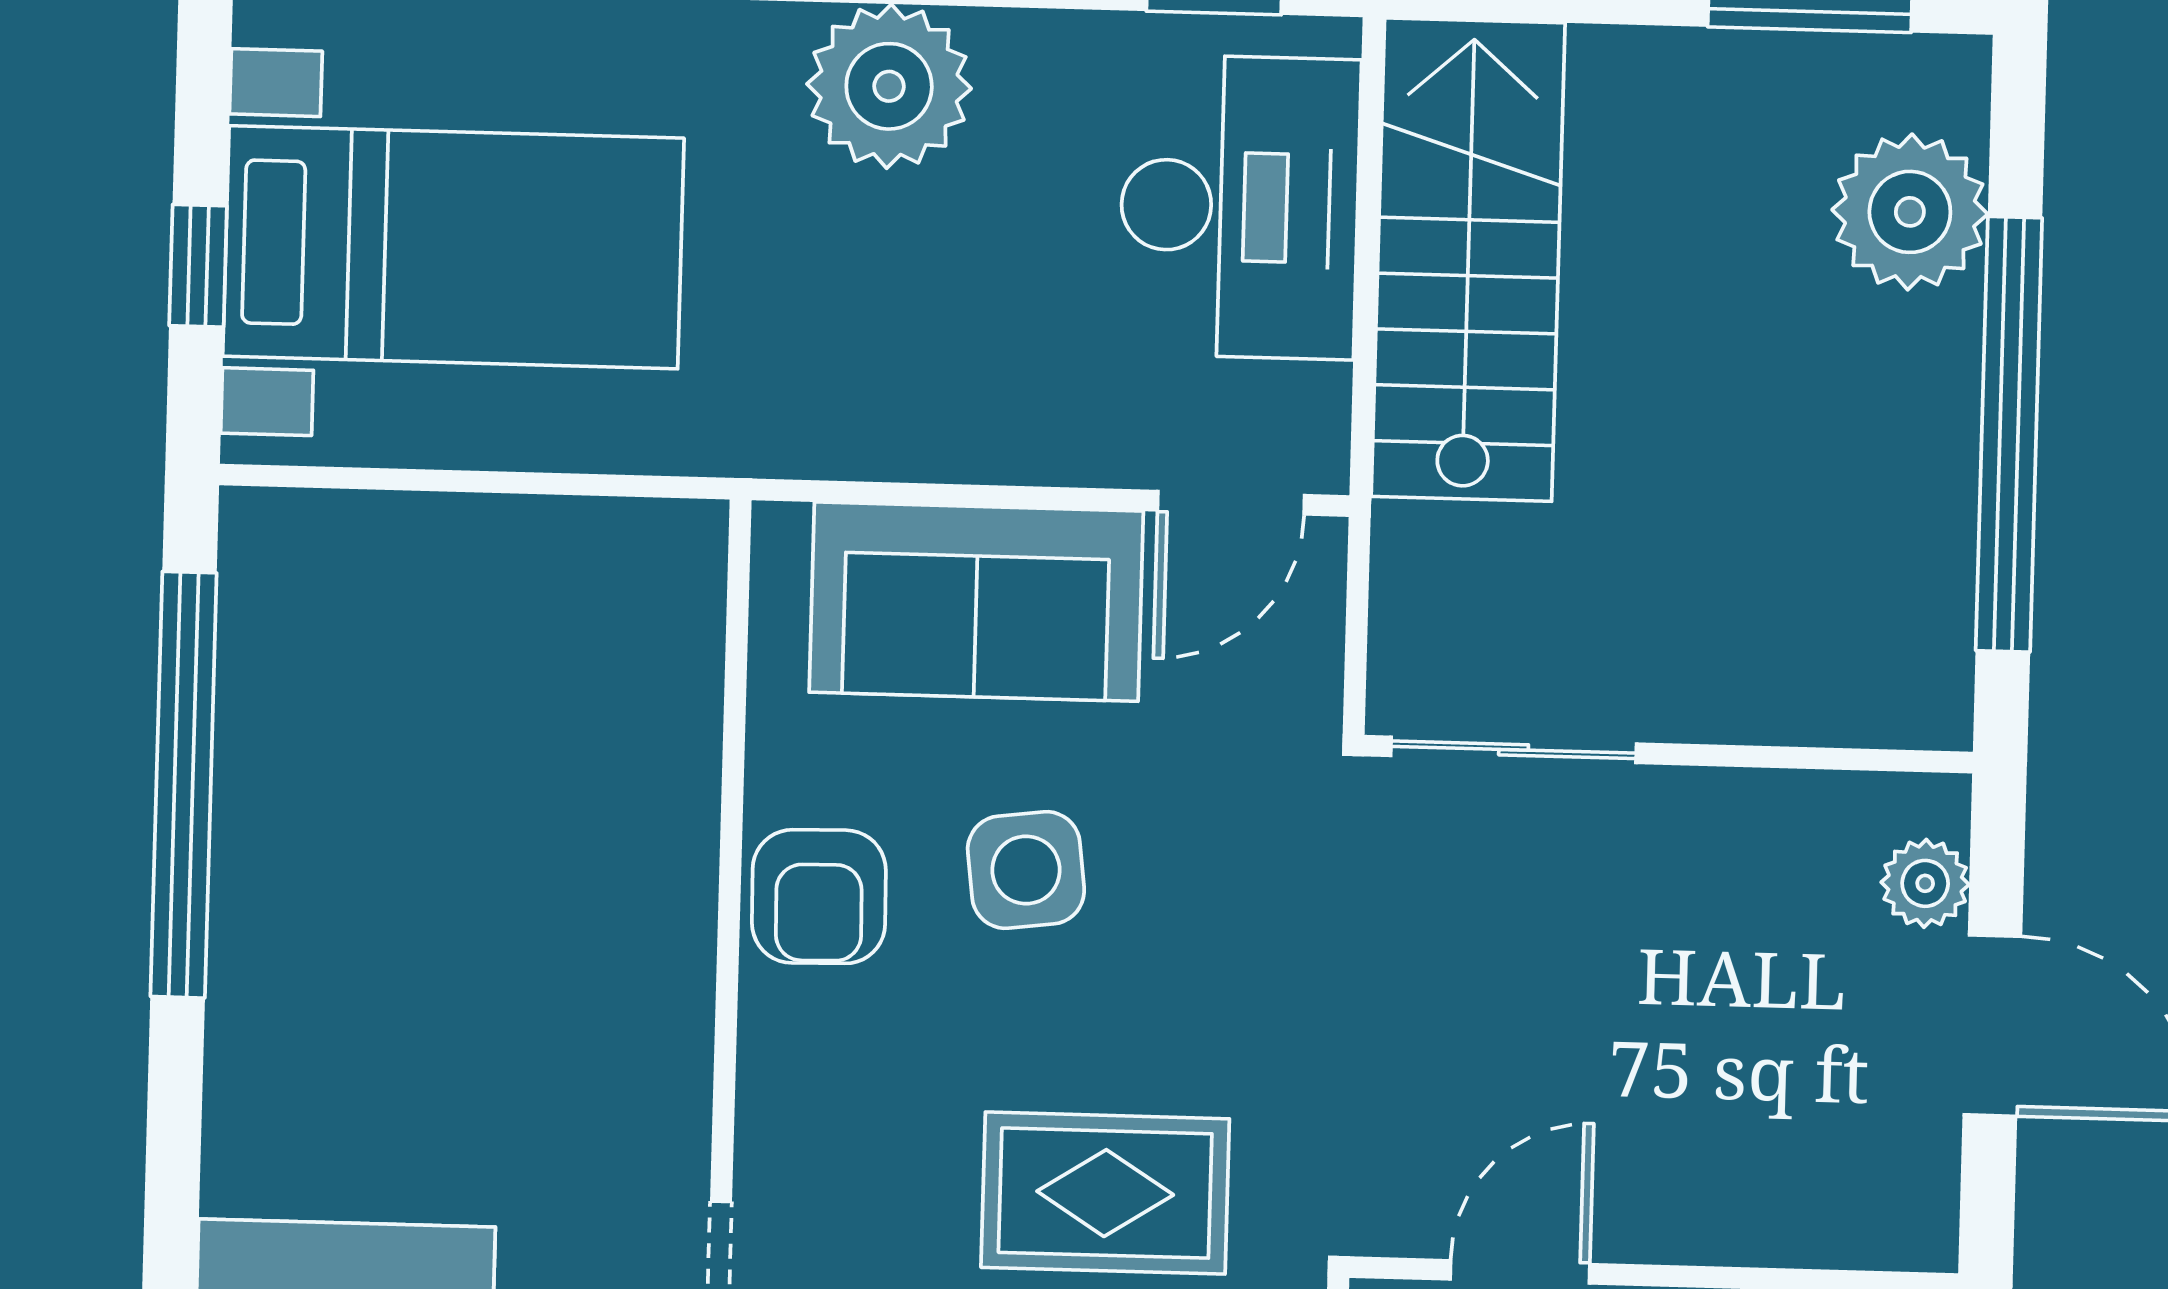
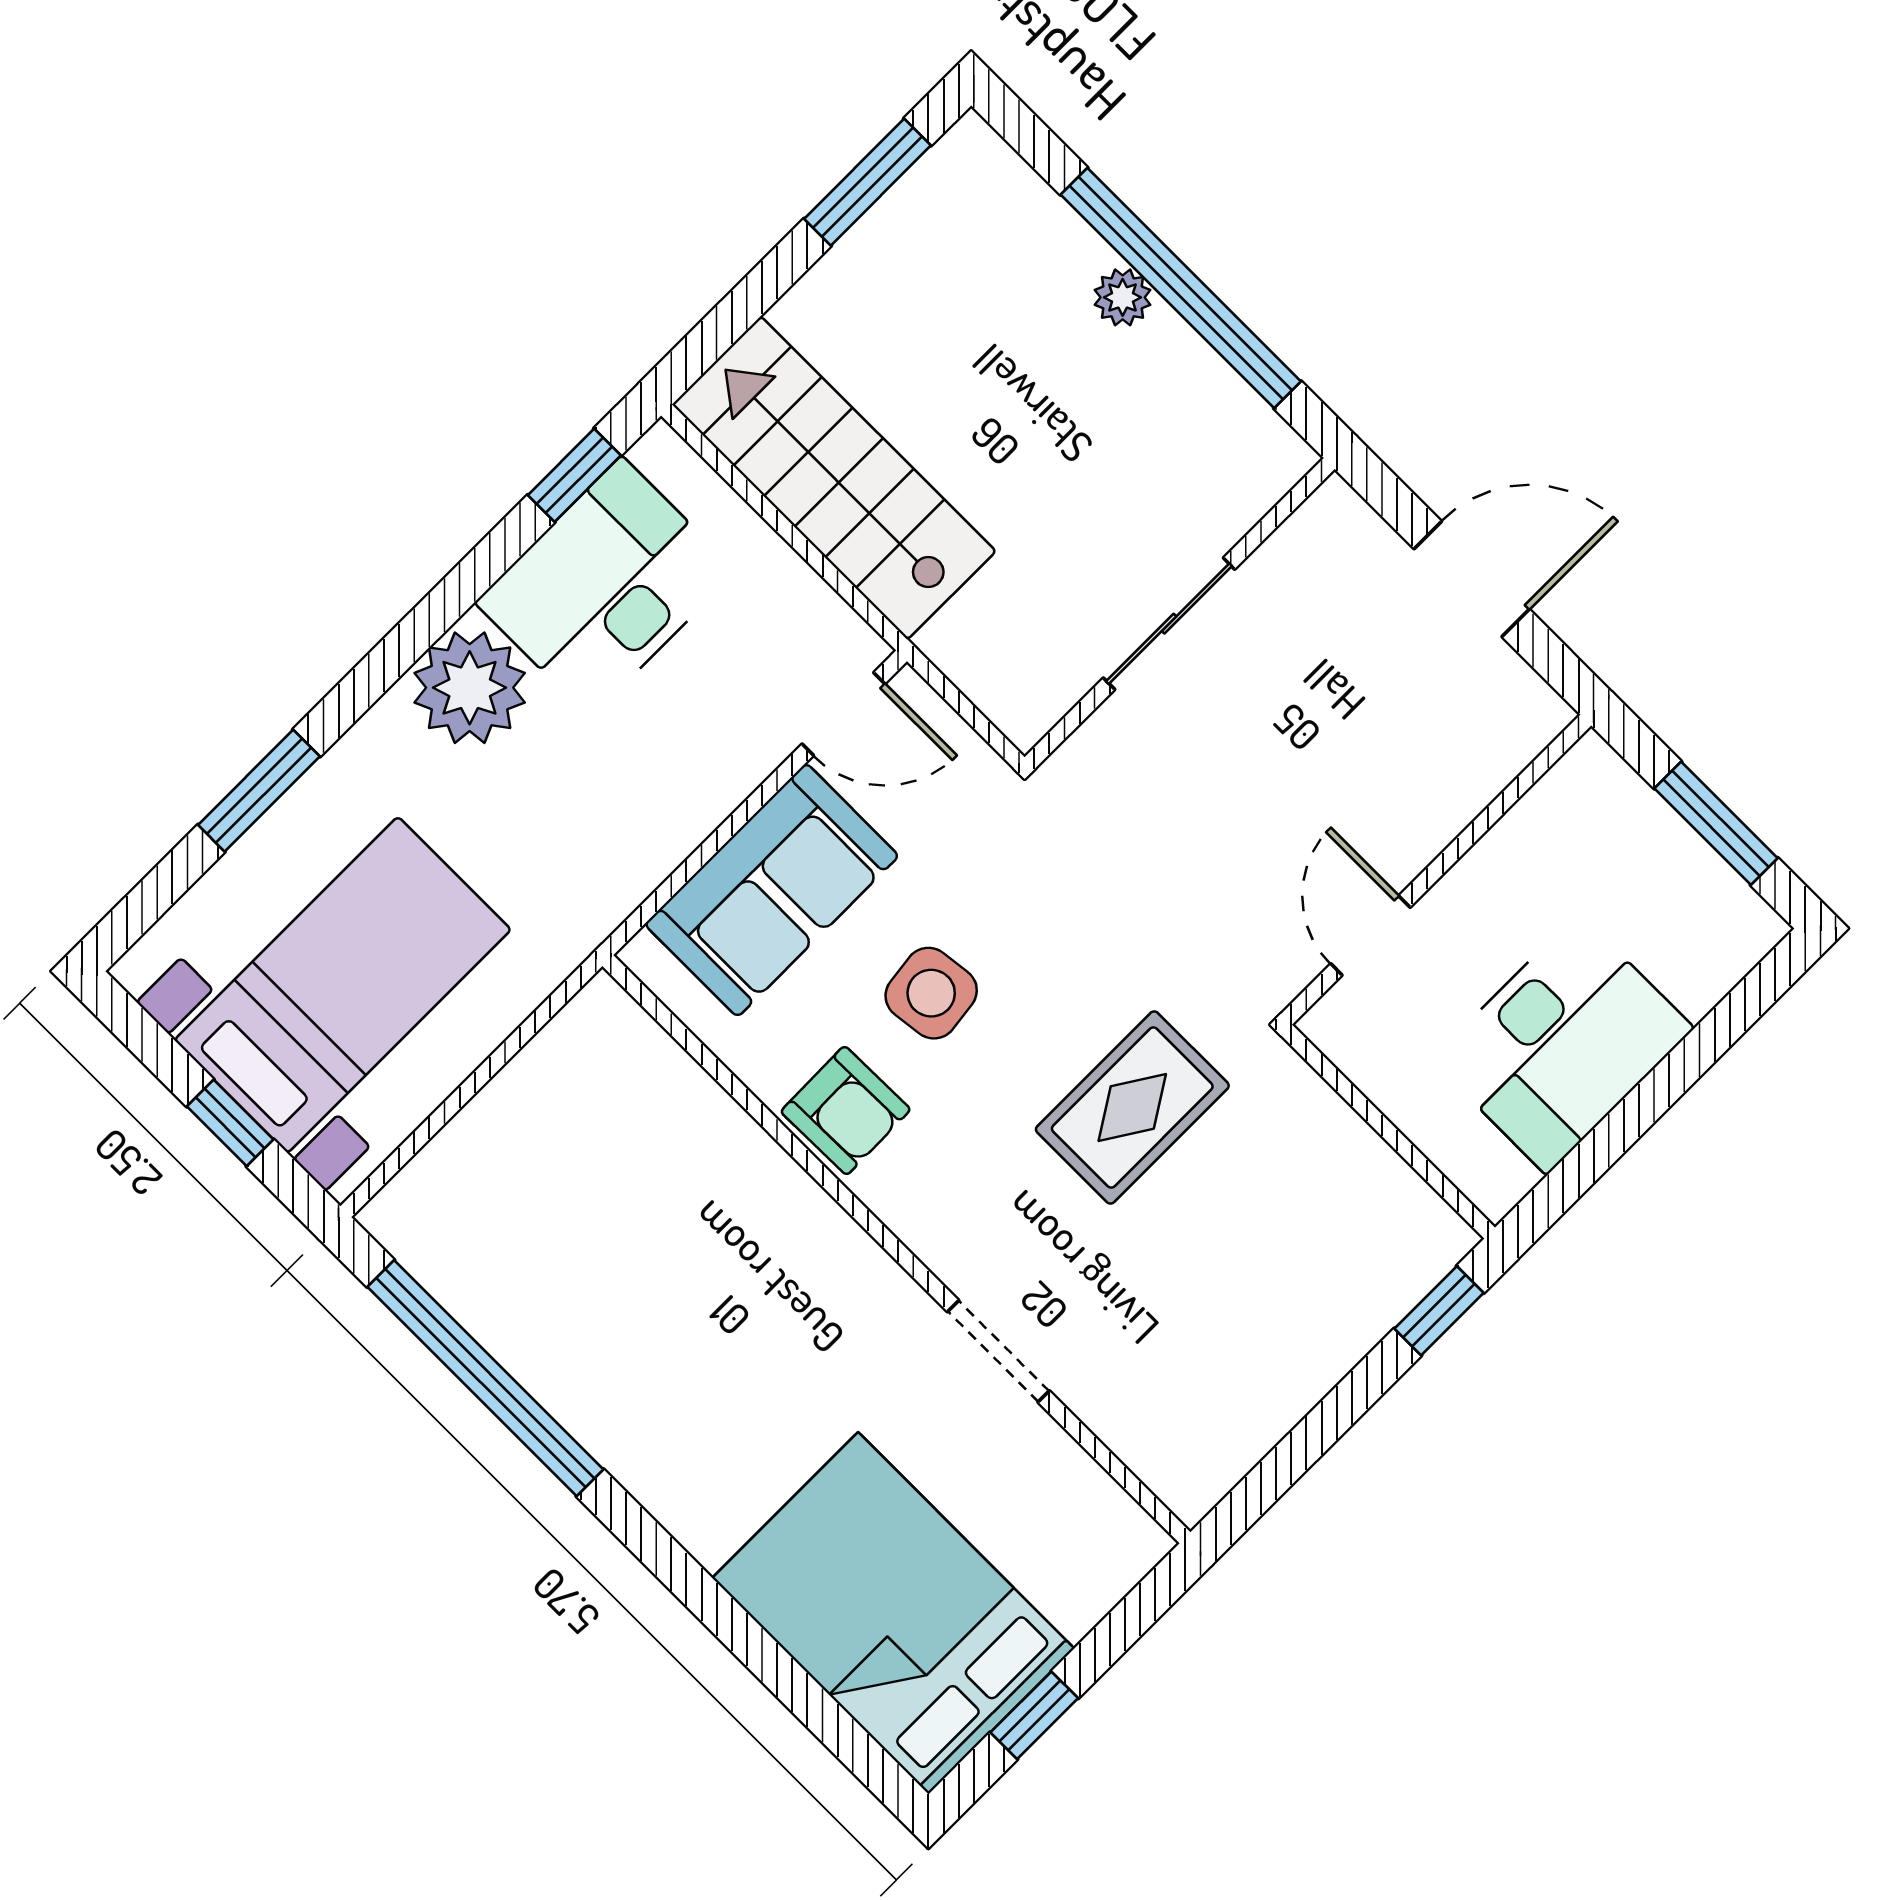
desk: (1239, 207) -> (606, 587), moved, turned -90
plant: (1910, 212) -> (1123, 297), moved, width x0.53, depth x0.53
door: (1231, 503) -> (844, 714), hinge flipped
sliding door: (1514, 750) -> (1169, 624), moved
plant: (1925, 883) -> (1368, 545), removed

